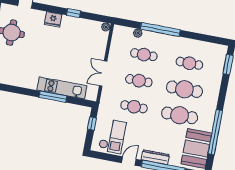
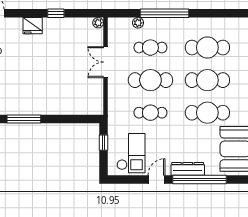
cafe table: (189, 63) -> (207, 48), width x1.37, depth x1.35
double door: (103, 74) -> (105, 62), moved
cafe table: (139, 81) -> (150, 80), width x1.37, depth x1.35
kitchen unit: (62, 88) -> (59, 107), removed
window: (53, 97) -> (24, 119), moved

